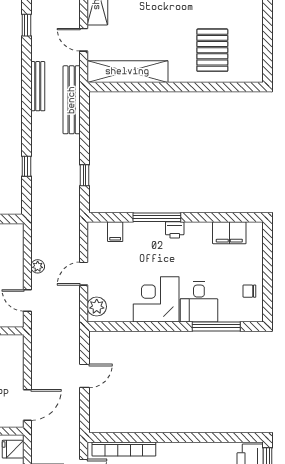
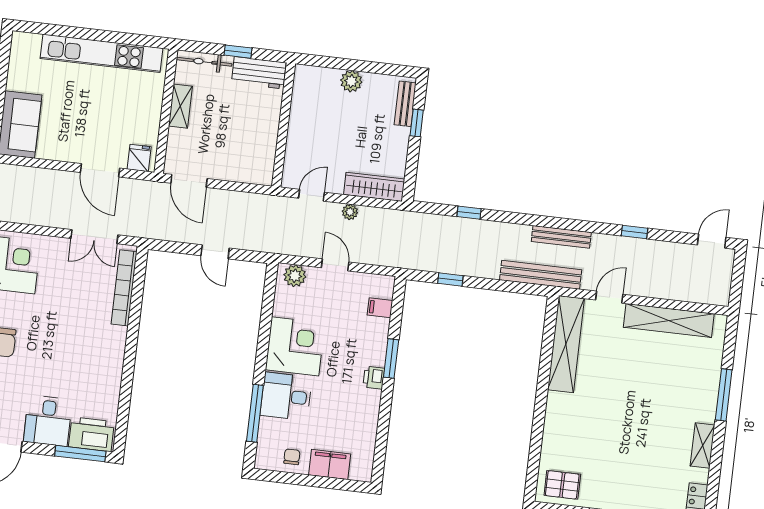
pallet: (212, 50) -> (562, 485), moved, width x0.67, depth x0.71
window: (157, 217) -> (391, 358), width x0.69
filing cabinet: (229, 233) -> (330, 464), moved, turned 90
wardrobe: (14, 249) -> (374, 187), added

